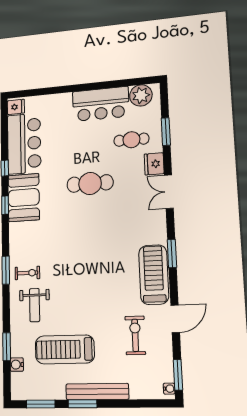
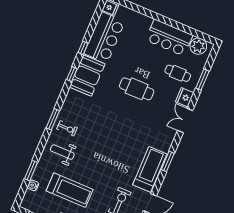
weight bench: (35, 305) -> (62, 152), turned 90
treadmill: (65, 349) -> (70, 190), turned 180

